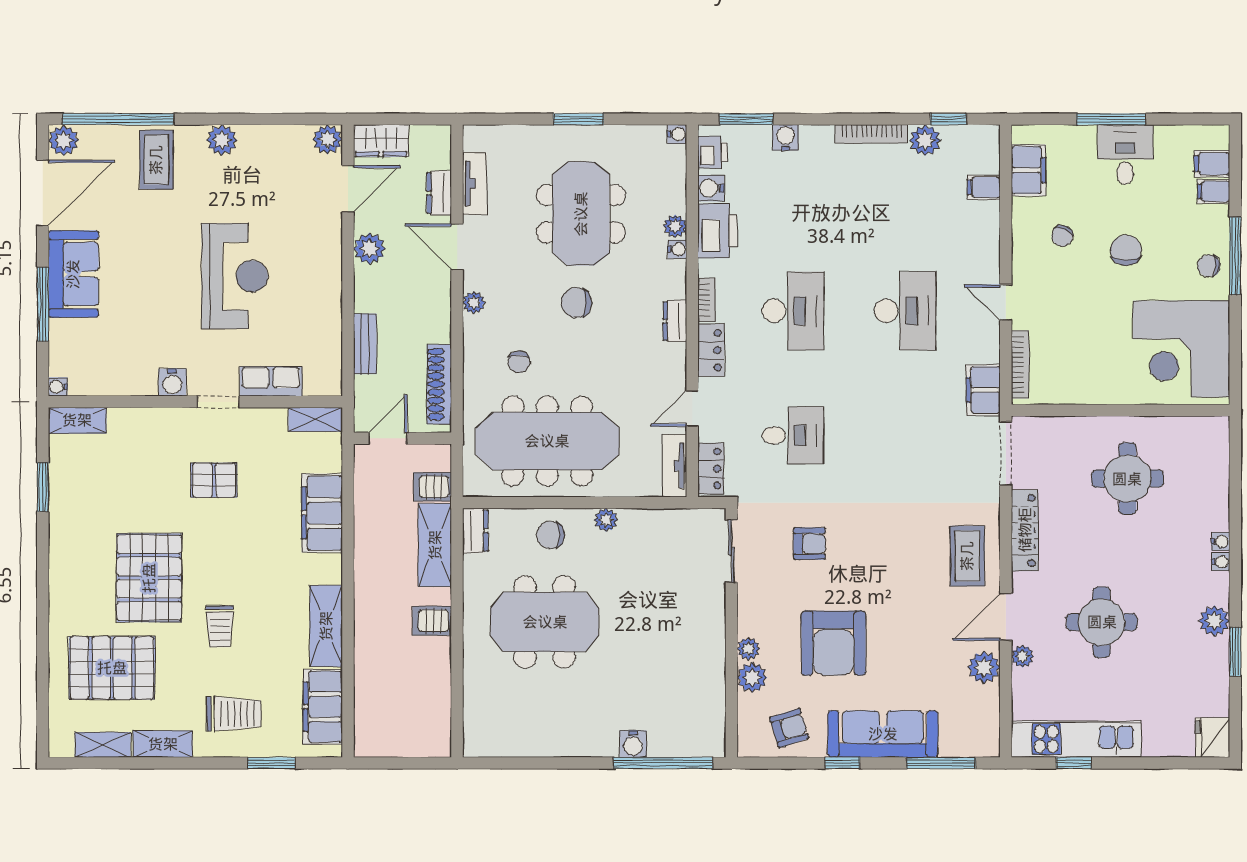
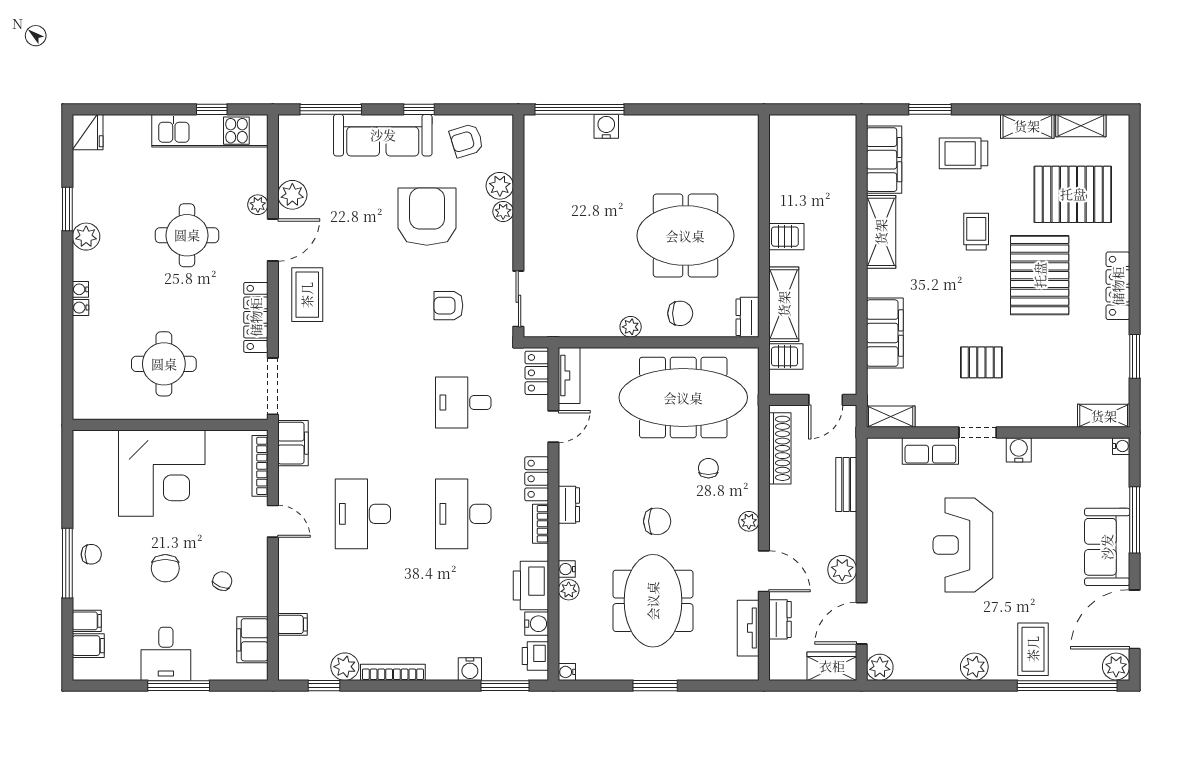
corner desk: (1181, 349) -> (162, 473), moved, turned 90
locker: (61, 566) -> (1118, 286), added

